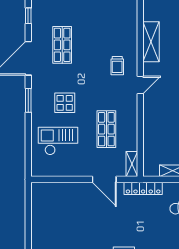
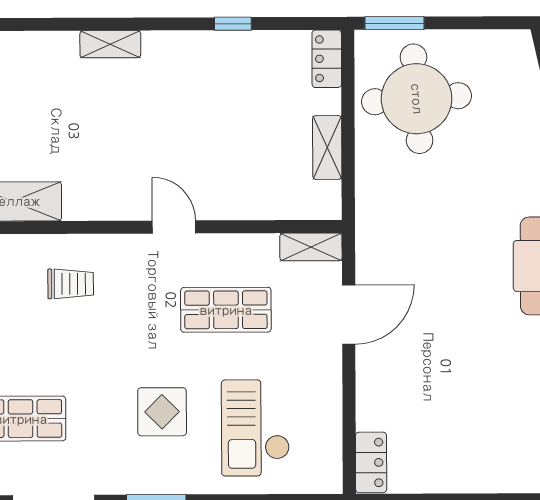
door: (140, 85) -> (174, 227), moved
locker: (143, 188) -> (371, 462), moved, width x0.66

